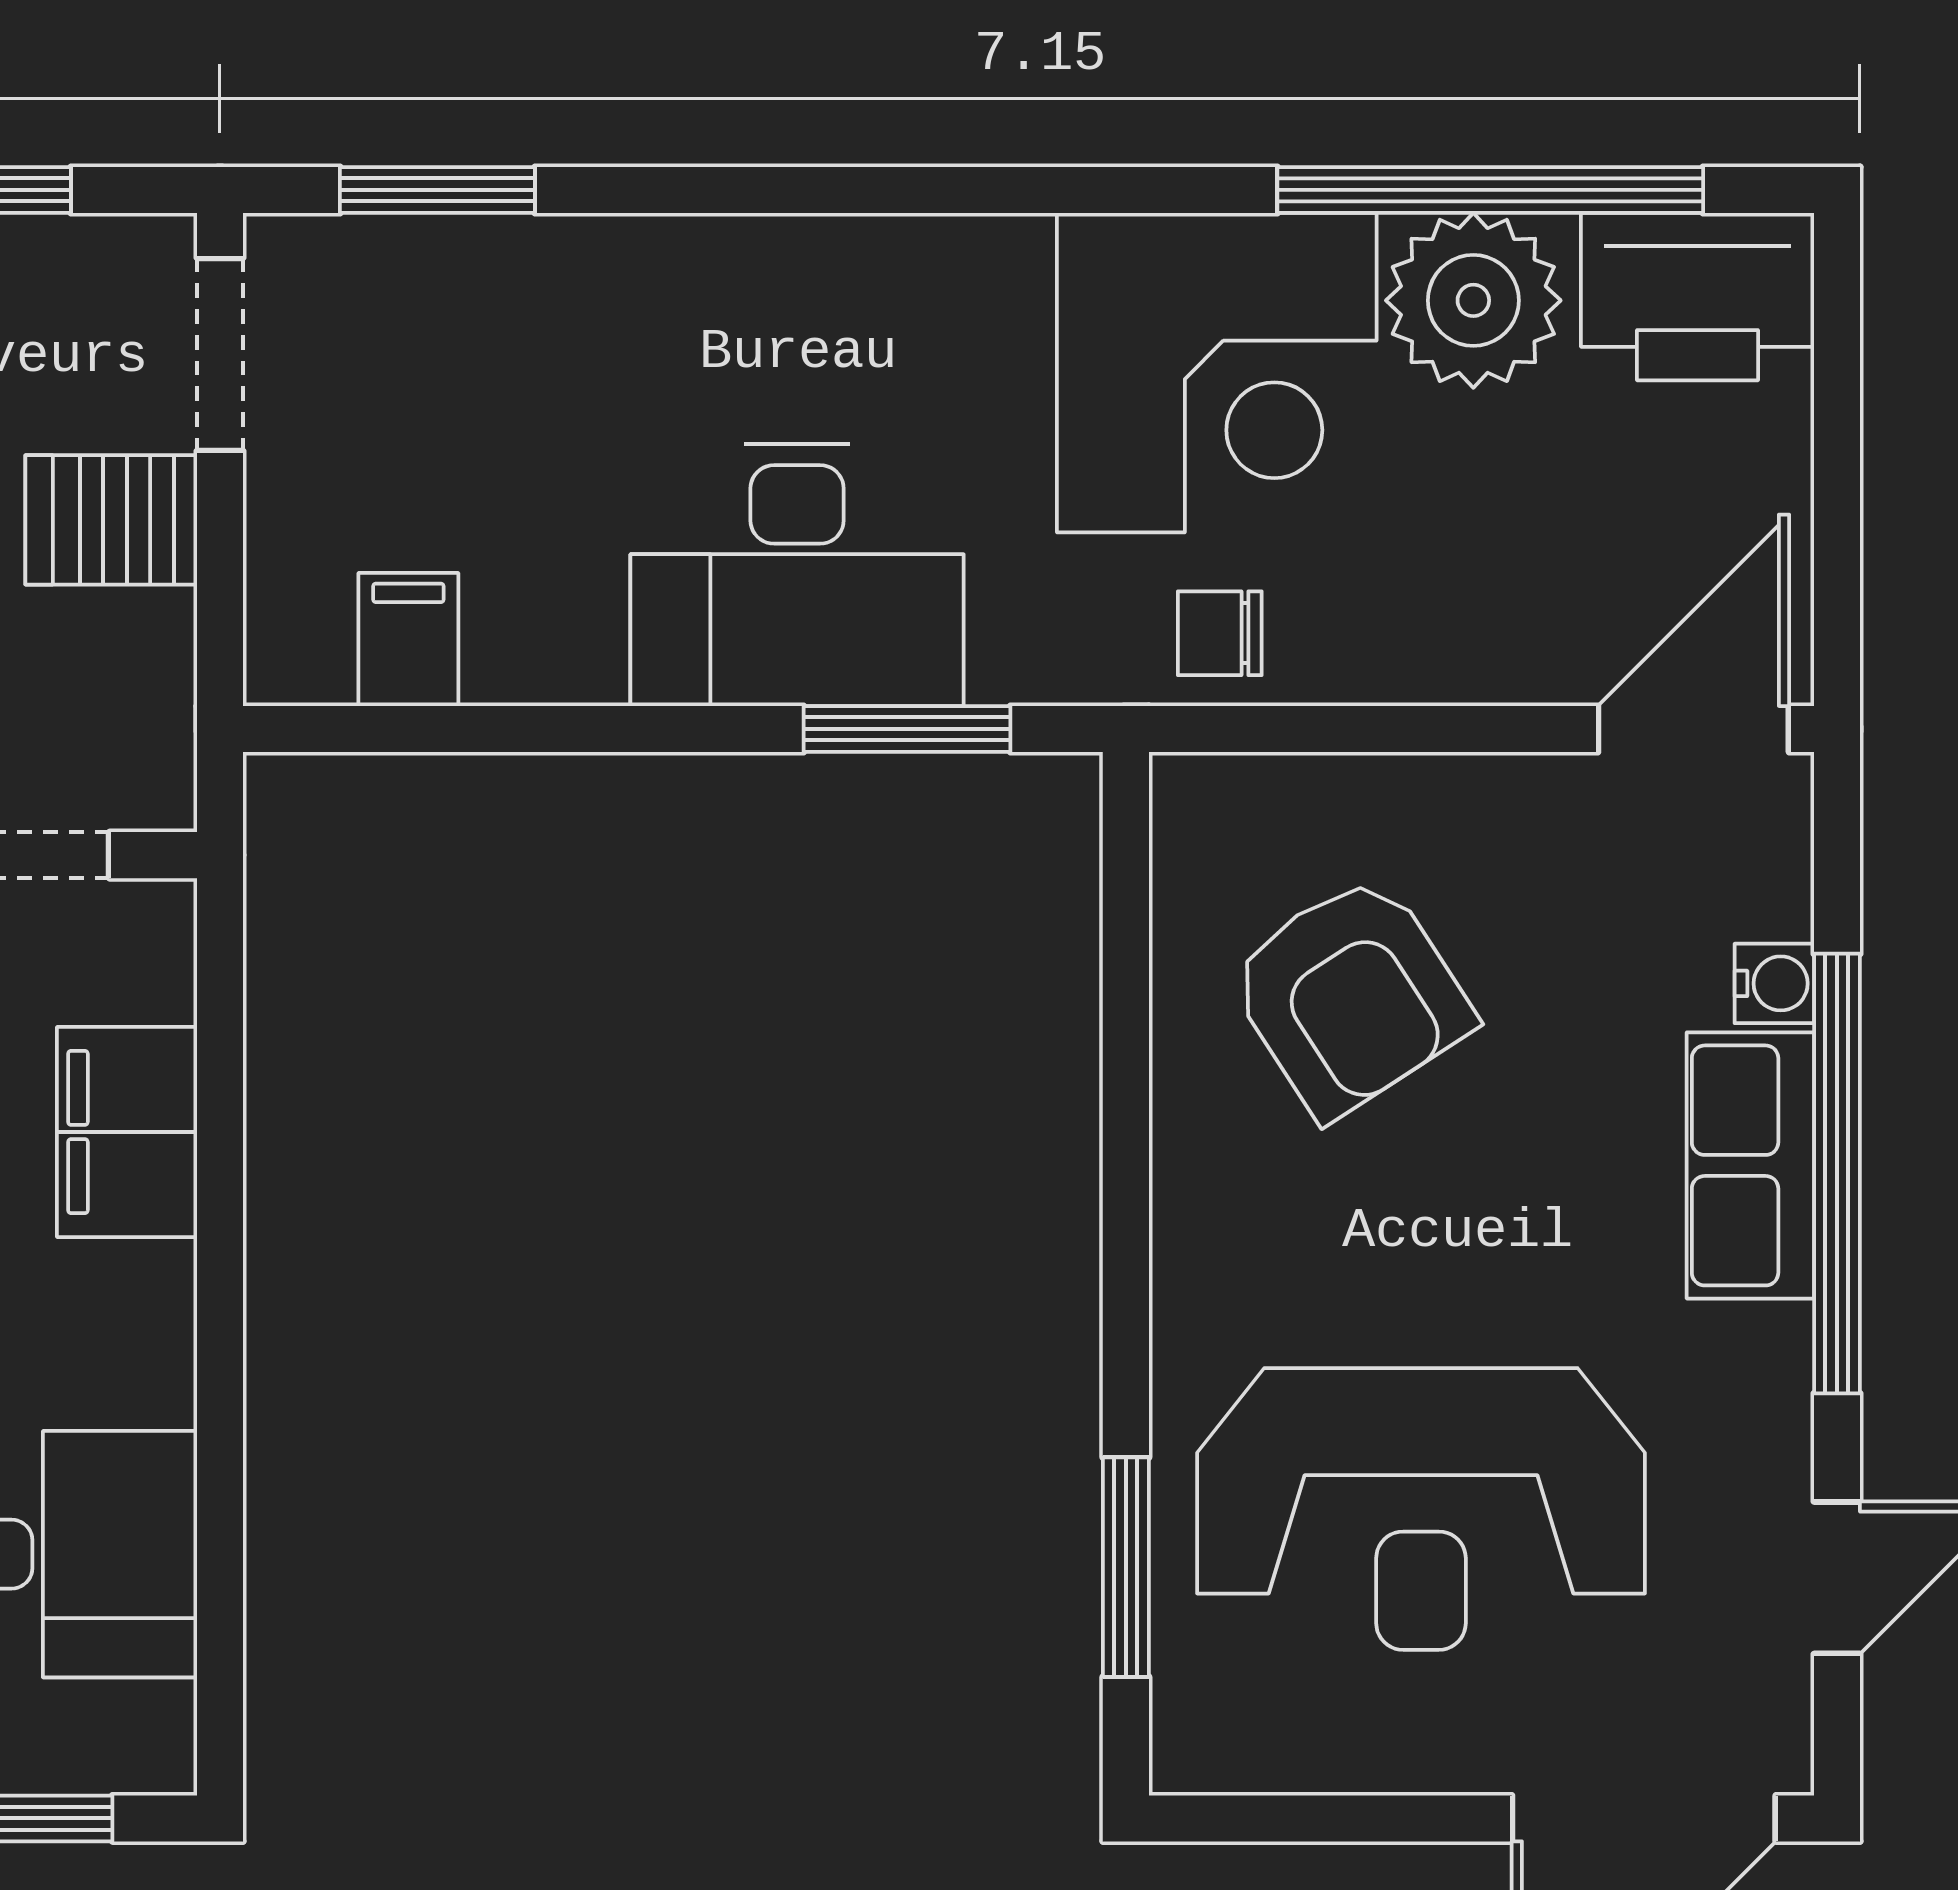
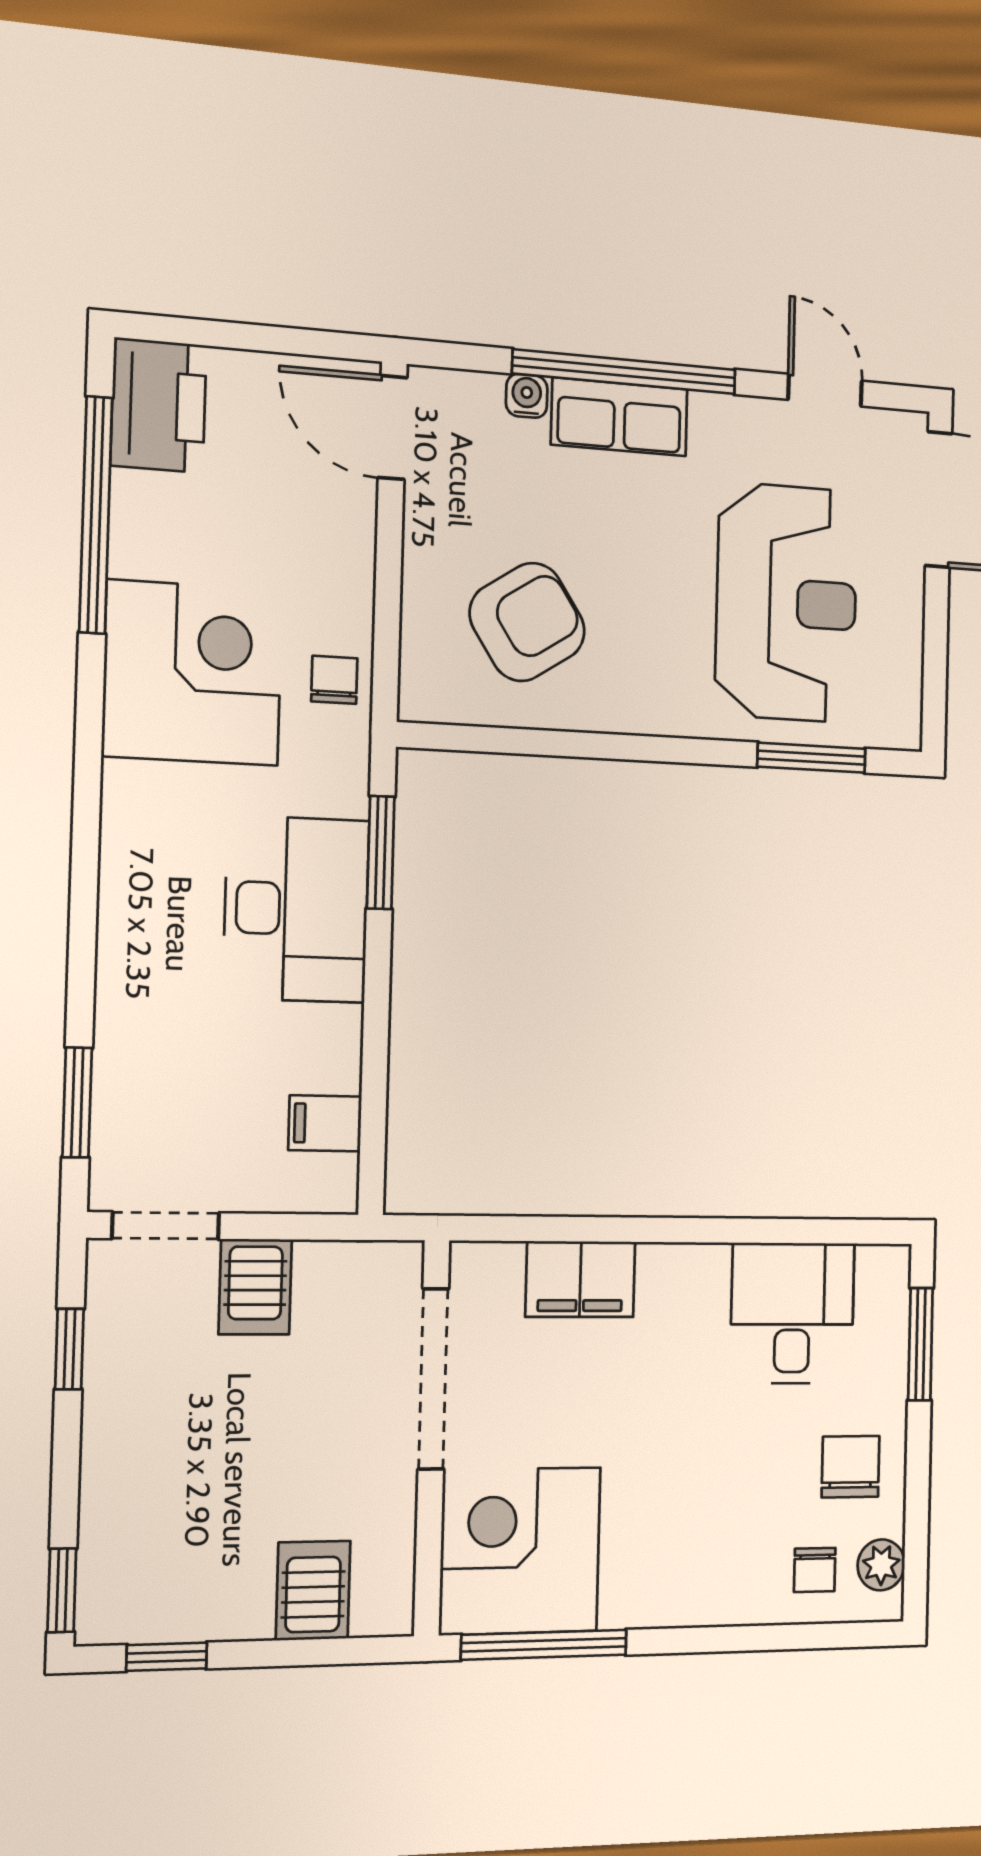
plant: (1473, 300) -> (157, 529), removed
chair: (1220, 633) -> (334, 680), turned 180

